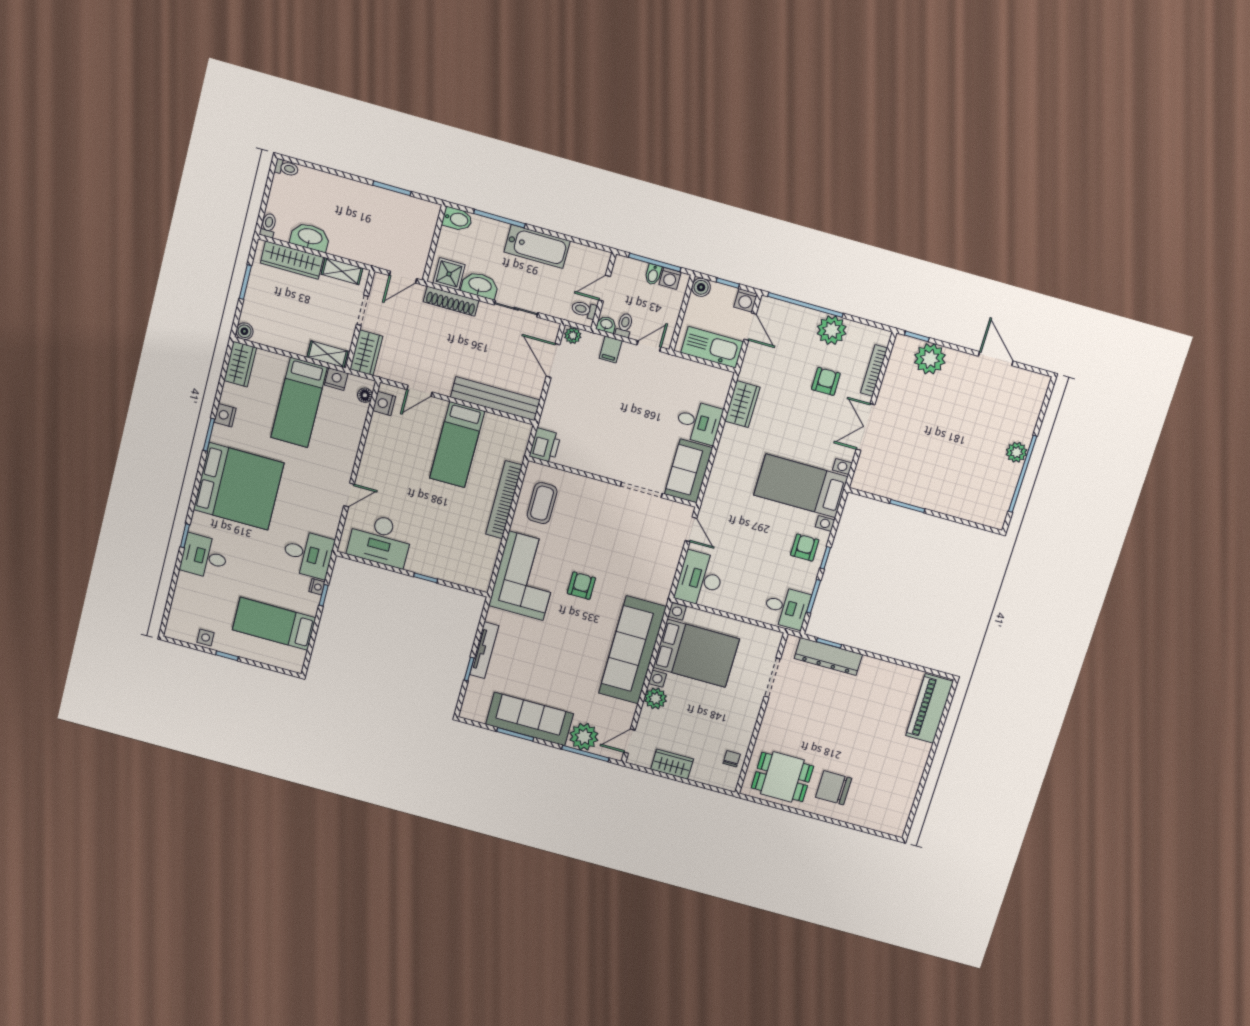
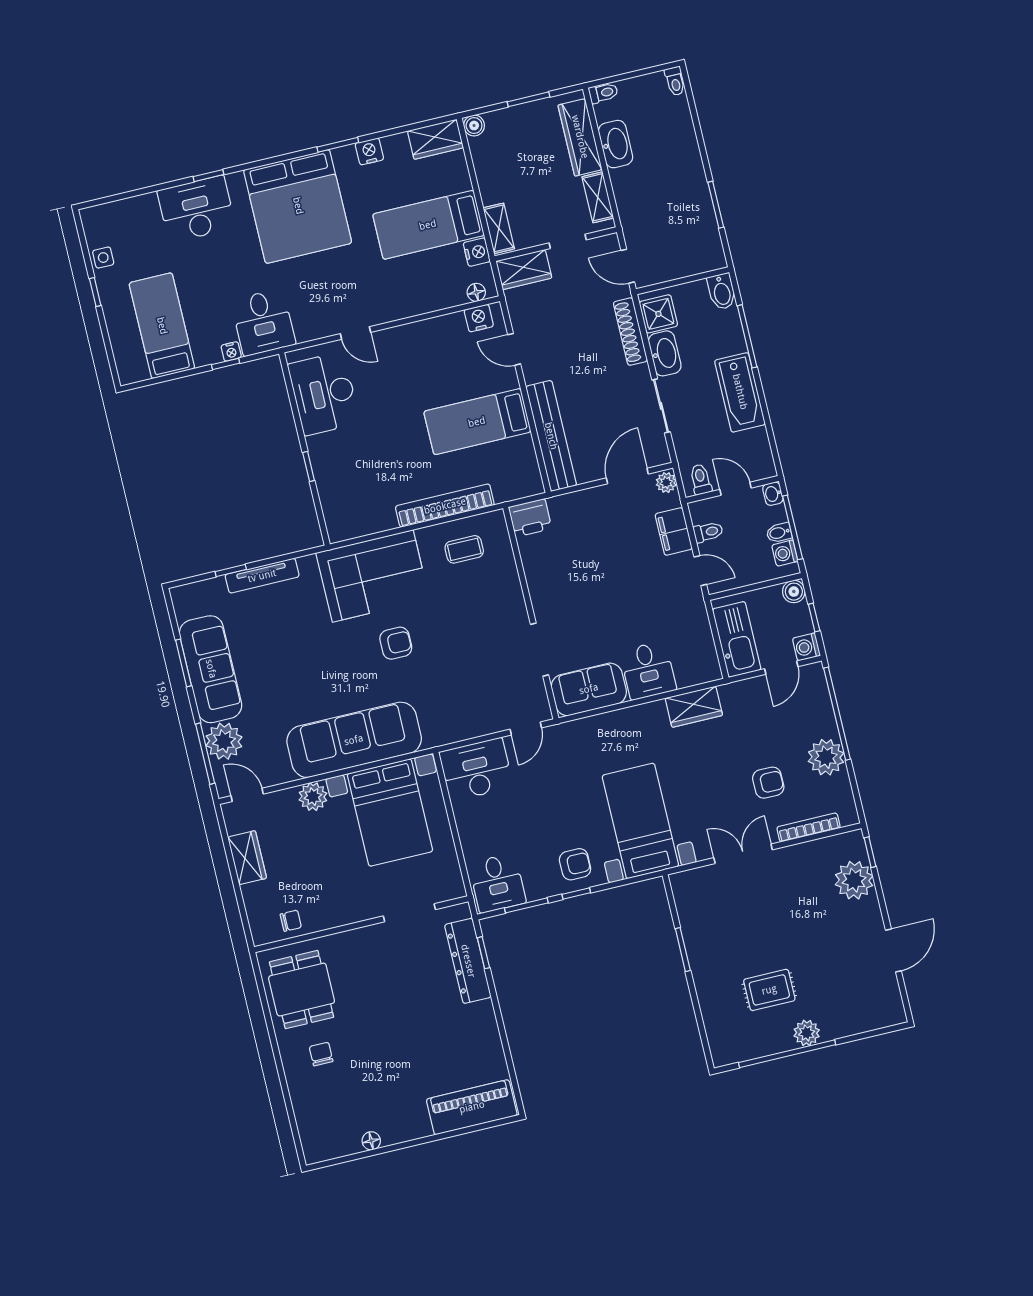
washbasin: (606, 324) -> (773, 494), moved, turned 180
filing cabinet: (611, 349) -> (674, 531), width x2.00
rug: (971, 462) -> (769, 990), added
coffee table: (542, 503) -> (464, 549), width x0.73, depth x0.77
desk: (204, 557) -> (196, 209), width x1.37
floor lamp: (912, 787) -> (371, 1141), added
chair: (834, 788) -> (321, 1054), width x0.54, depth x0.54

